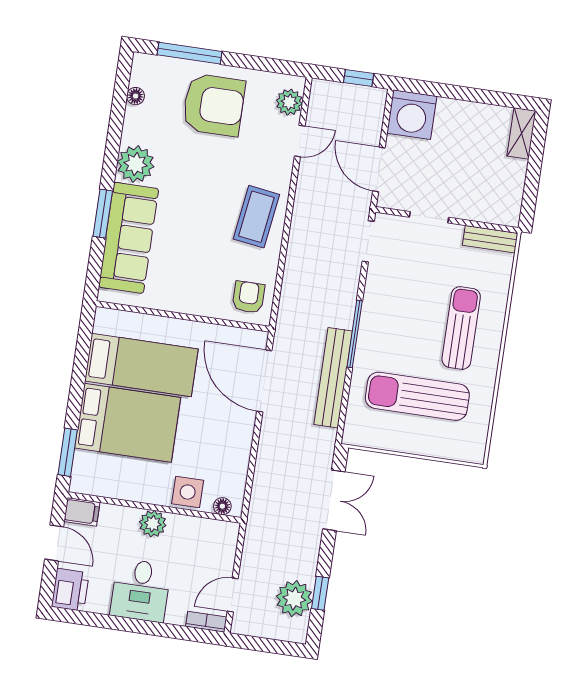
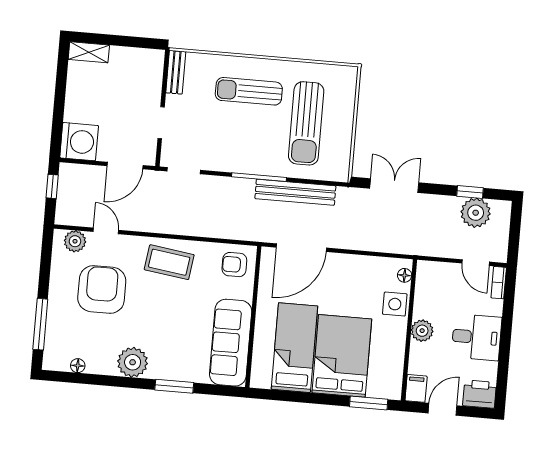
armchair: (214, 105) -> (102, 289), moved
sofa: (129, 238) -> (231, 343), moved, turned -90

